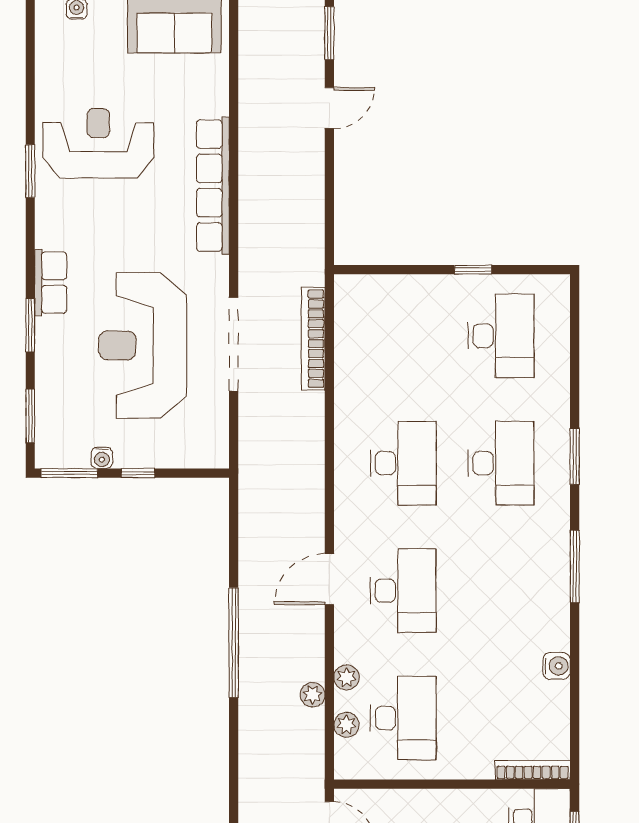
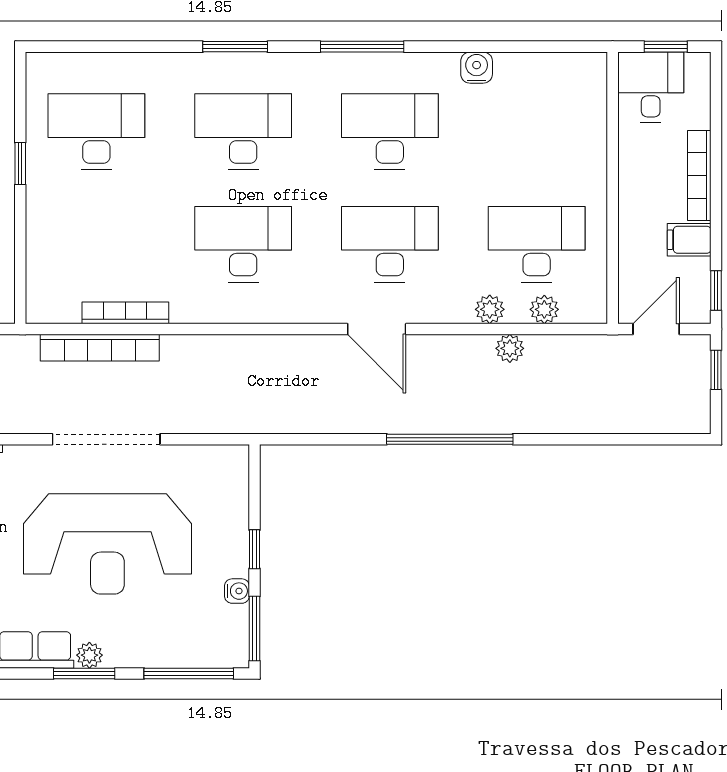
plant: (46, 330) -> (89, 655), added
window: (30, 416) -> (189, 673), width x1.44
desk: (501, 591) -> (390, 132), added
bookcase: (533, 770) -> (125, 313), moved, turned 90

